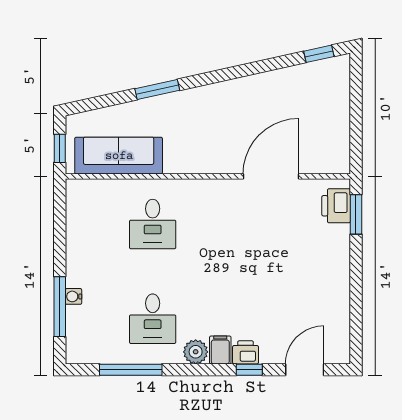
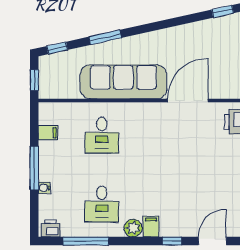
window: (91, 104) -> (57, 48), added
sofa: (119, 156) -> (123, 82), moved, width x1.36, depth x1.27
filing cabinet: (79, 221) -> (48, 133), added
window: (60, 307) -> (34, 168), moved
printer: (246, 352) -> (51, 229), moved

